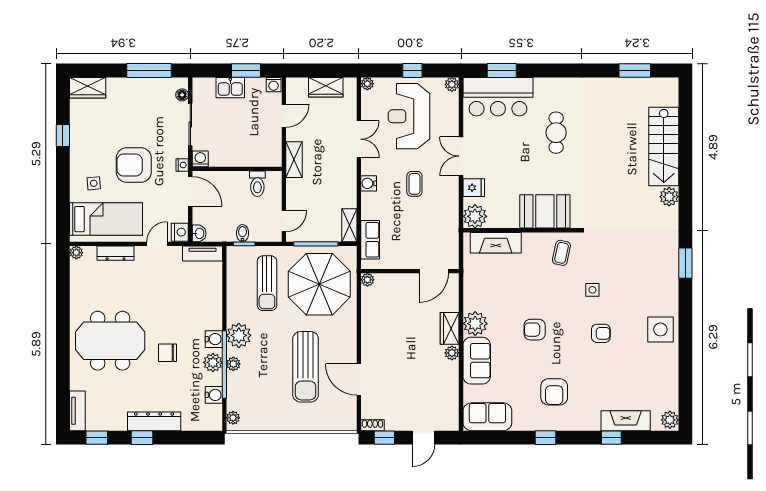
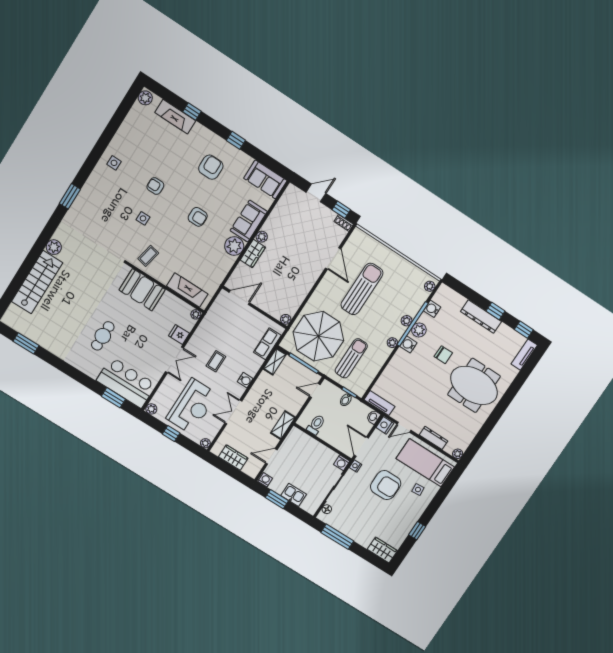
plant: (475, 216) -> (196, 314), width x0.53, depth x0.53
side table: (660, 329) -> (114, 163), width x0.54, depth x0.54
plant: (239, 335) -> (392, 343), width x0.53, depth x0.53

